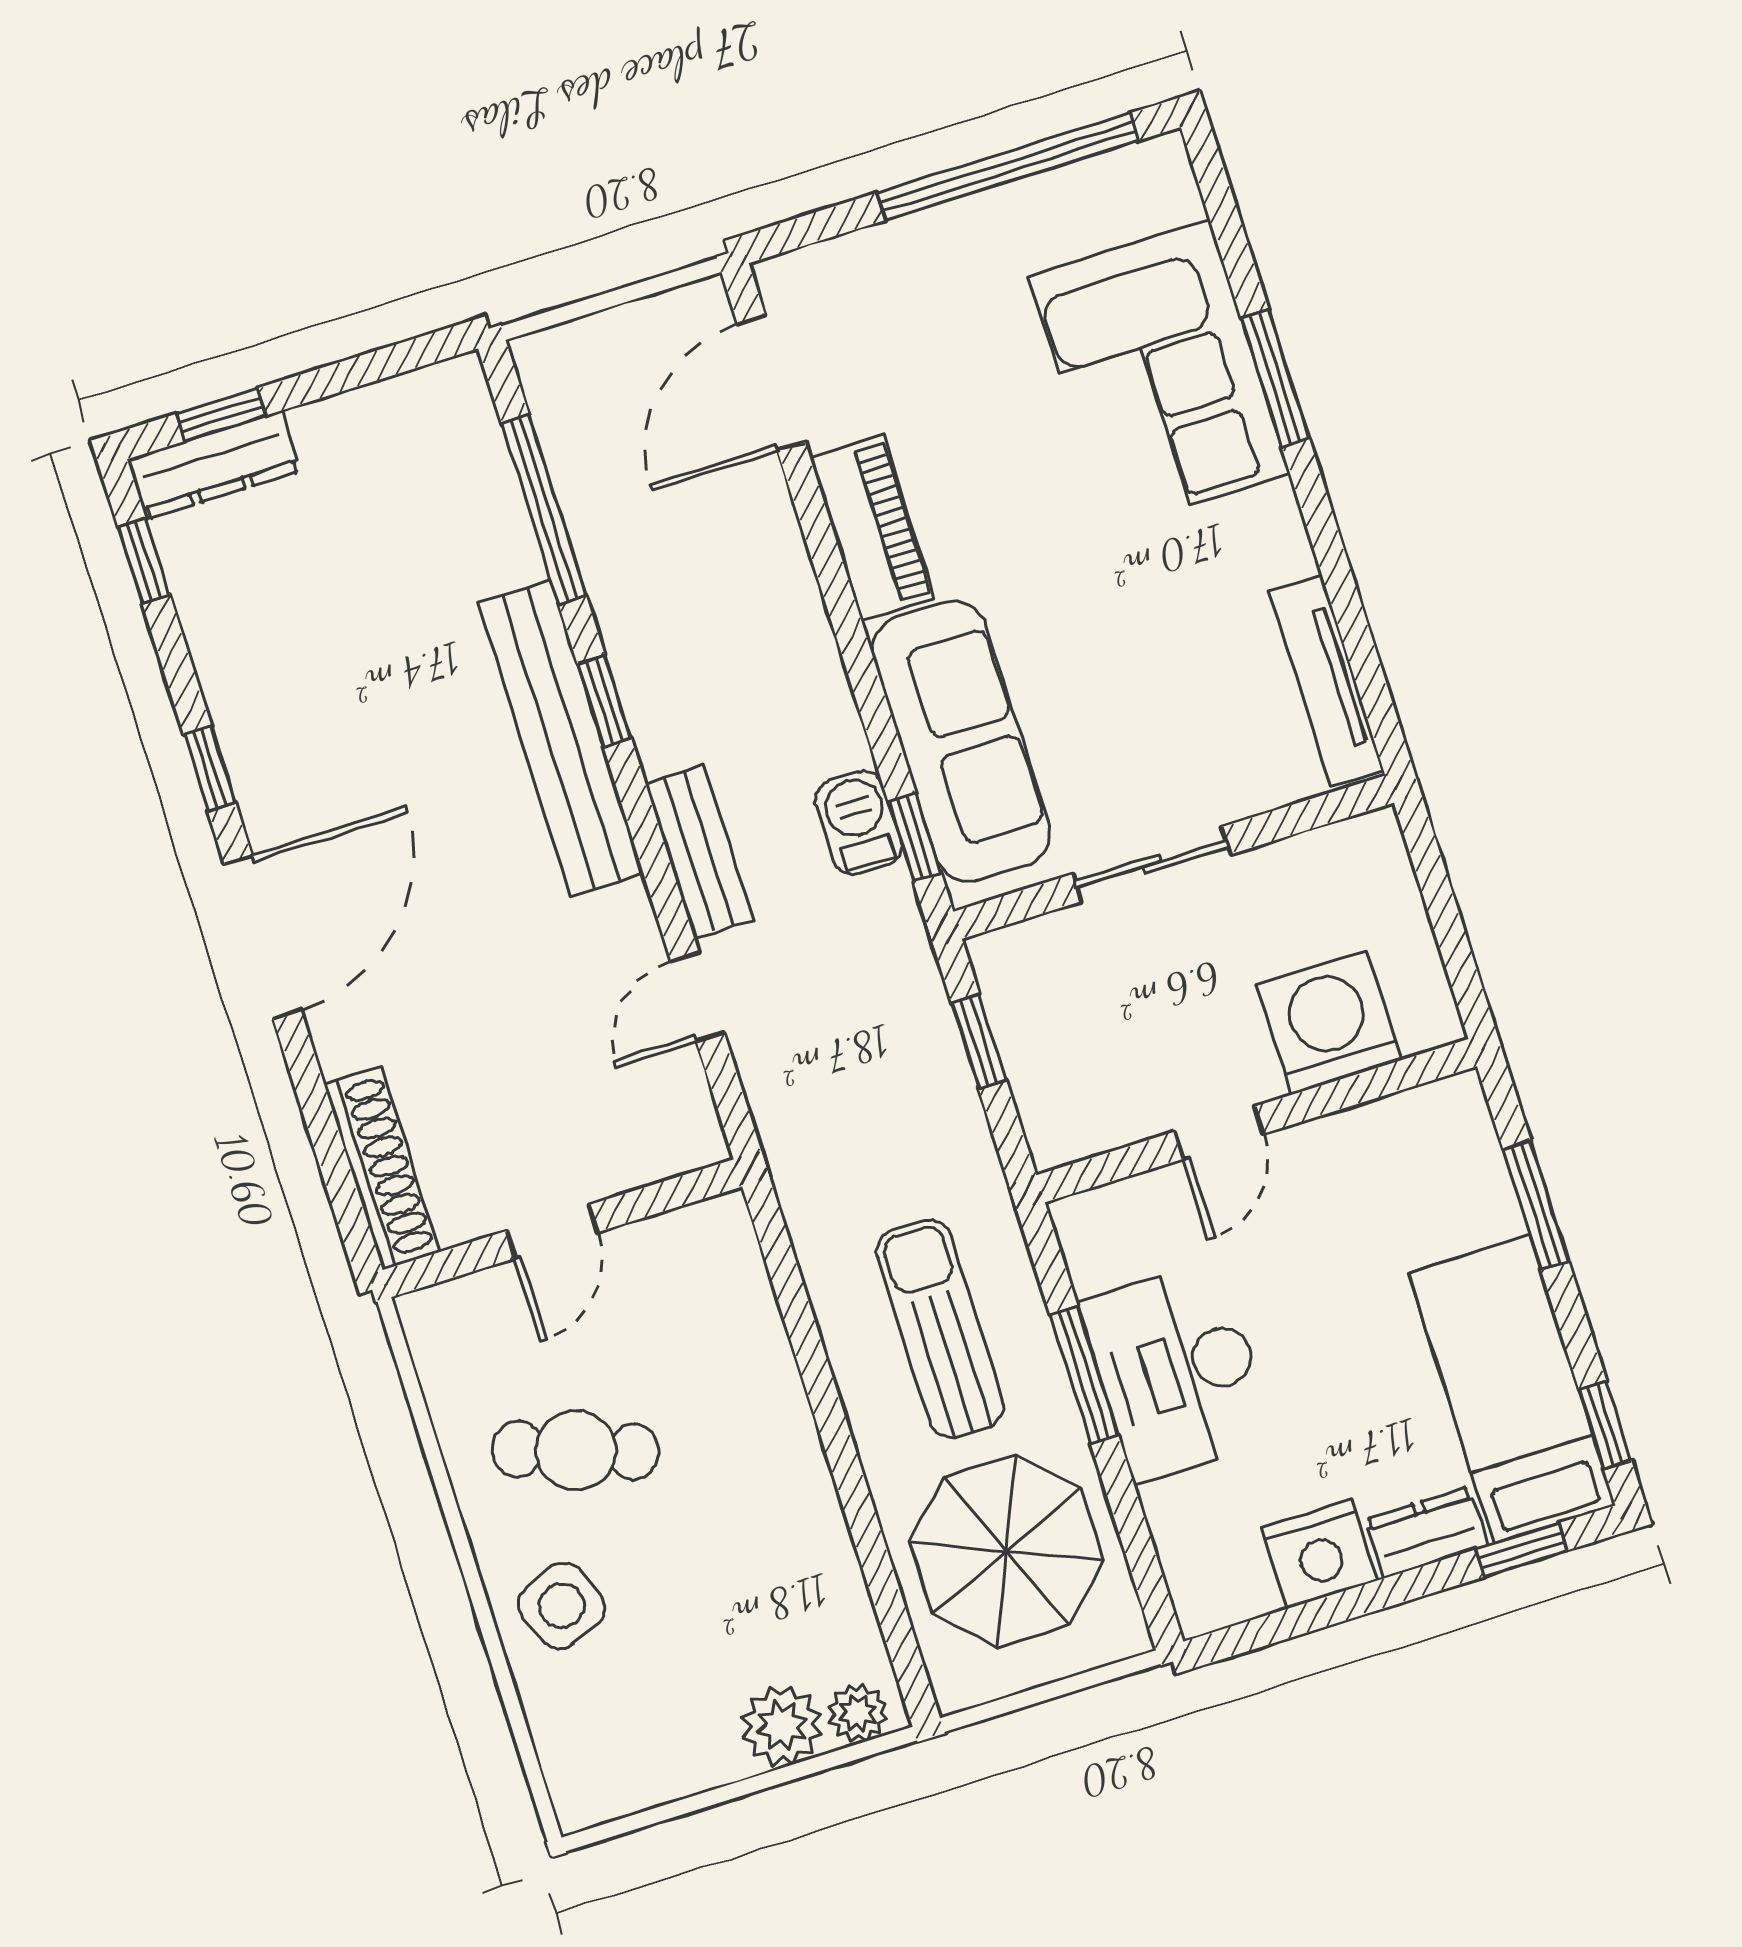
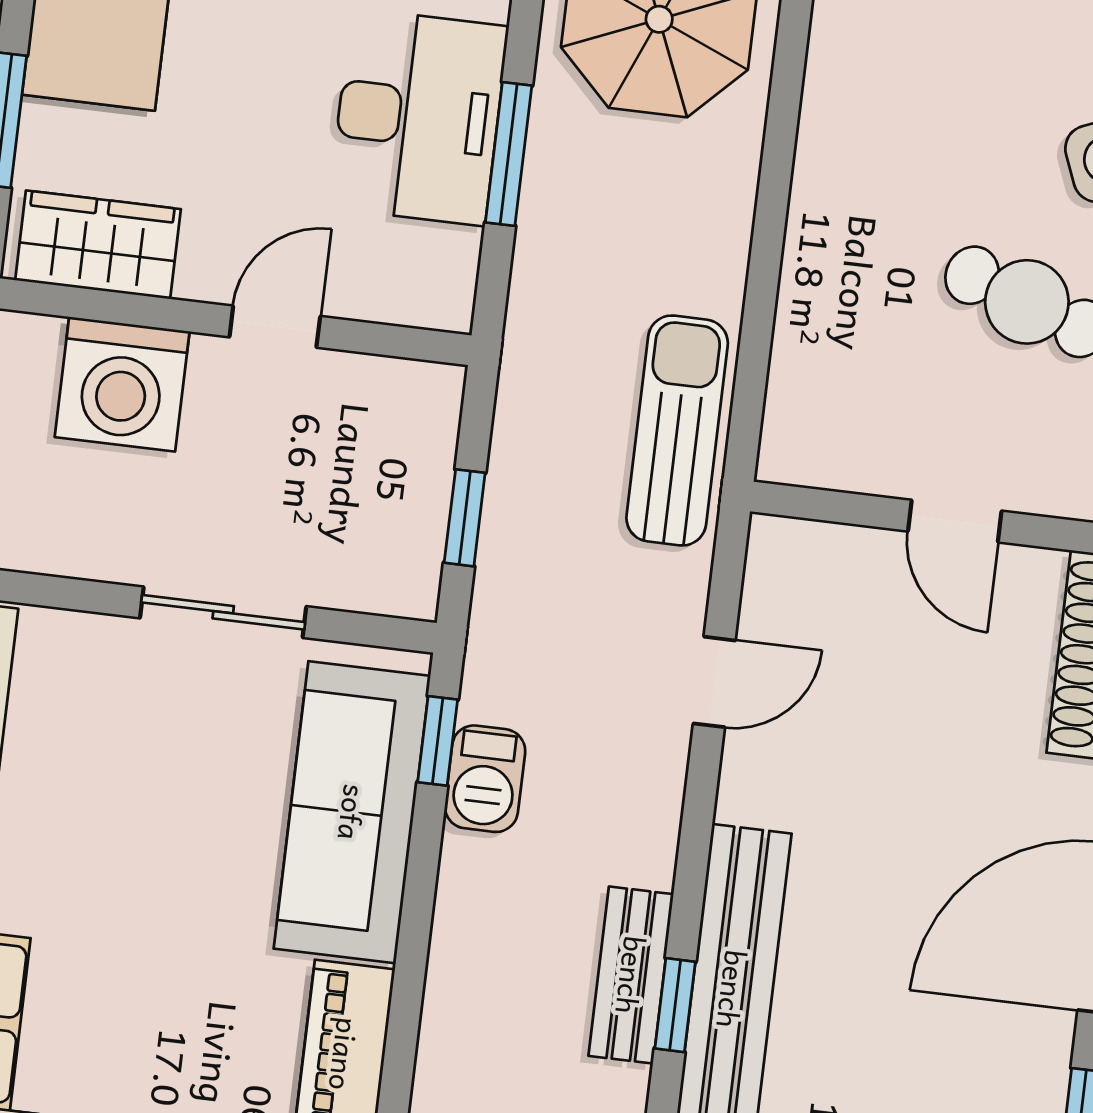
bench: (699, 852) -> (631, 975), moved
wardrobe: (1405, 1134) -> (98, 245), added
door: (552, 1231) -> (955, 521), swing flipped
sun lounger: (940, 1329) -> (677, 430), moved, turned 180

